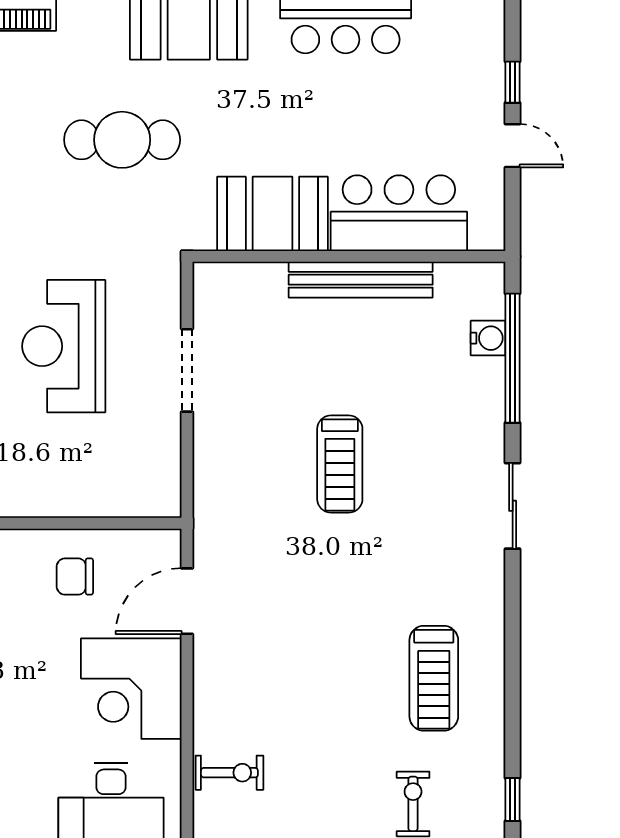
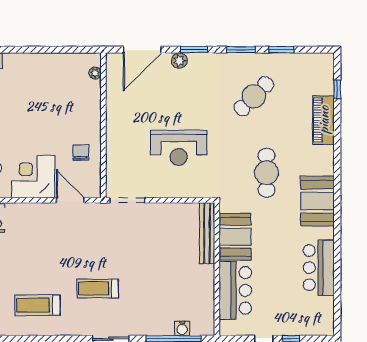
bench: (361, 280) -> (207, 233), moved
reception desk: (64, 346) -> (179, 148), turned 180
doorway: (187, 370) -> (127, 200), moved
treadmill: (340, 464) -> (98, 289), moved

